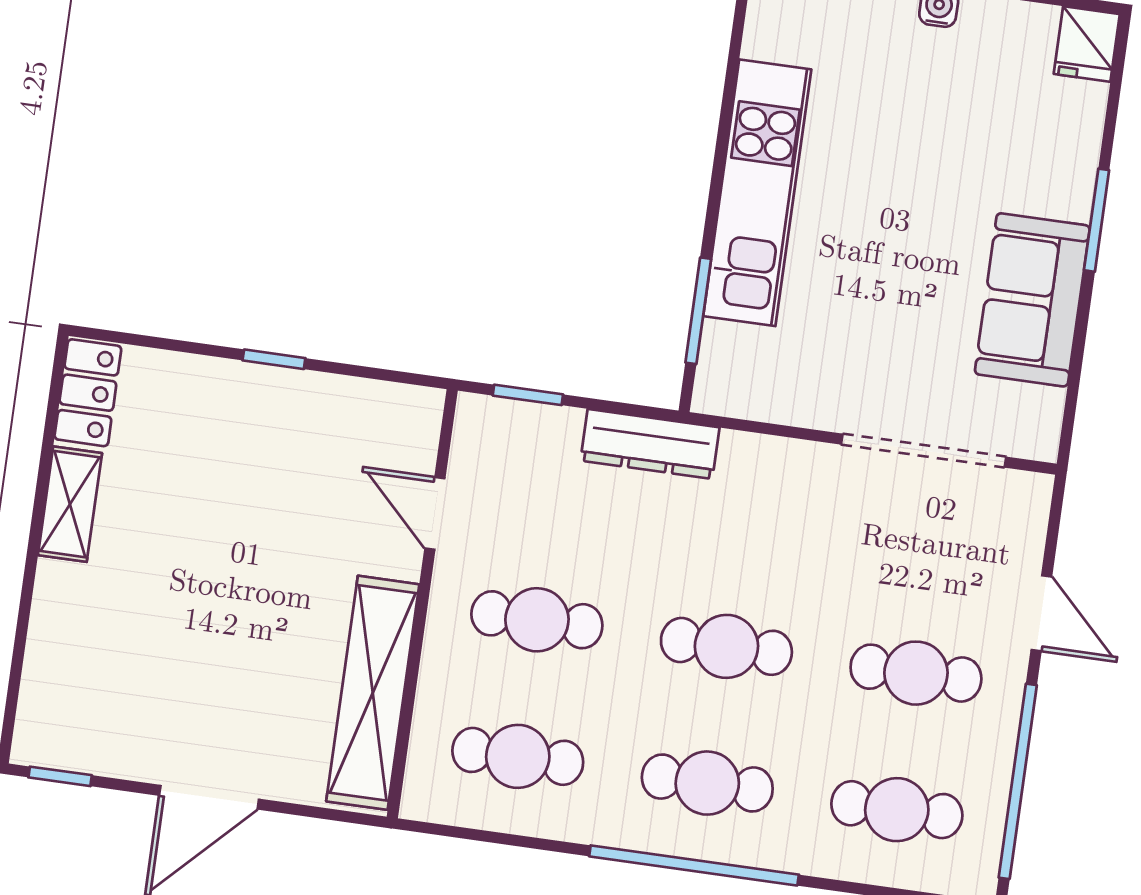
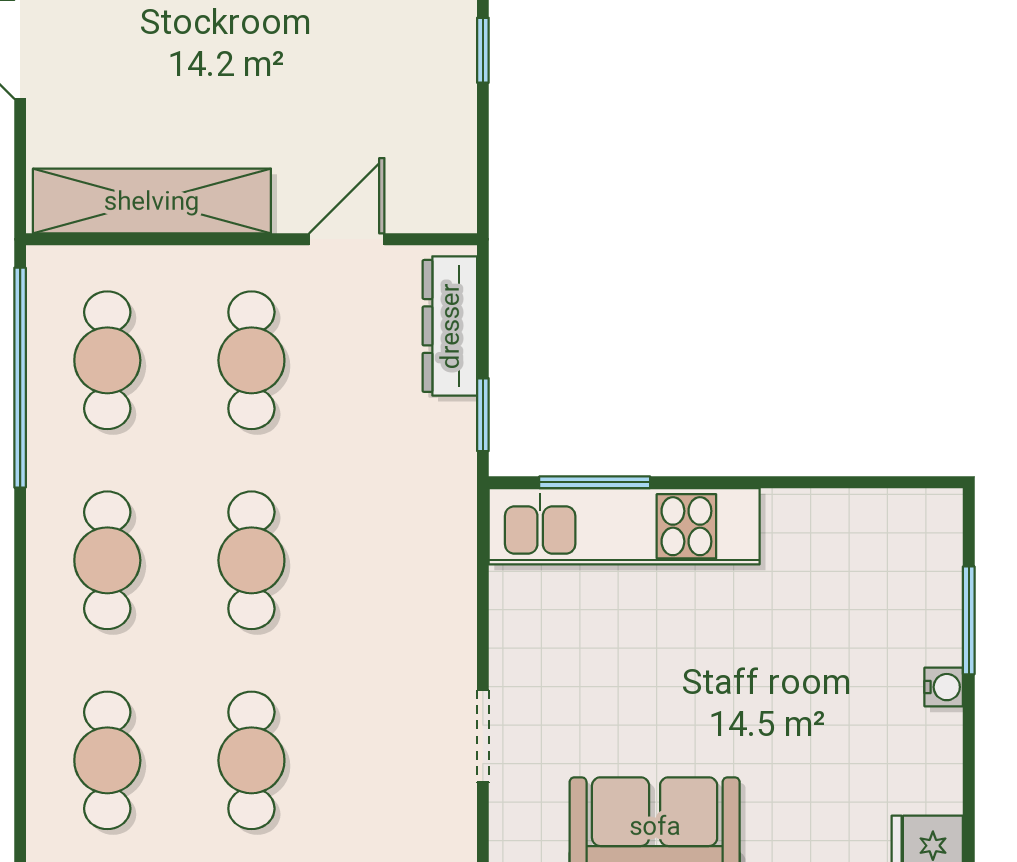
kitchen unit: (757, 193) -> (624, 526), moved
window: (528, 395) -> (483, 415), moved
dresser: (650, 444) -> (450, 326), moved
doorway: (924, 451) -> (483, 736), width x0.53
window: (694, 865) -> (20, 378), moved

